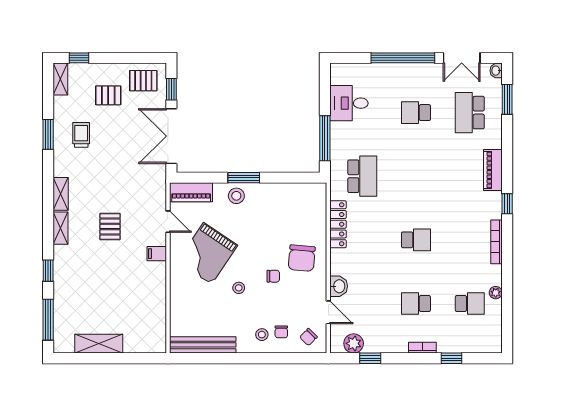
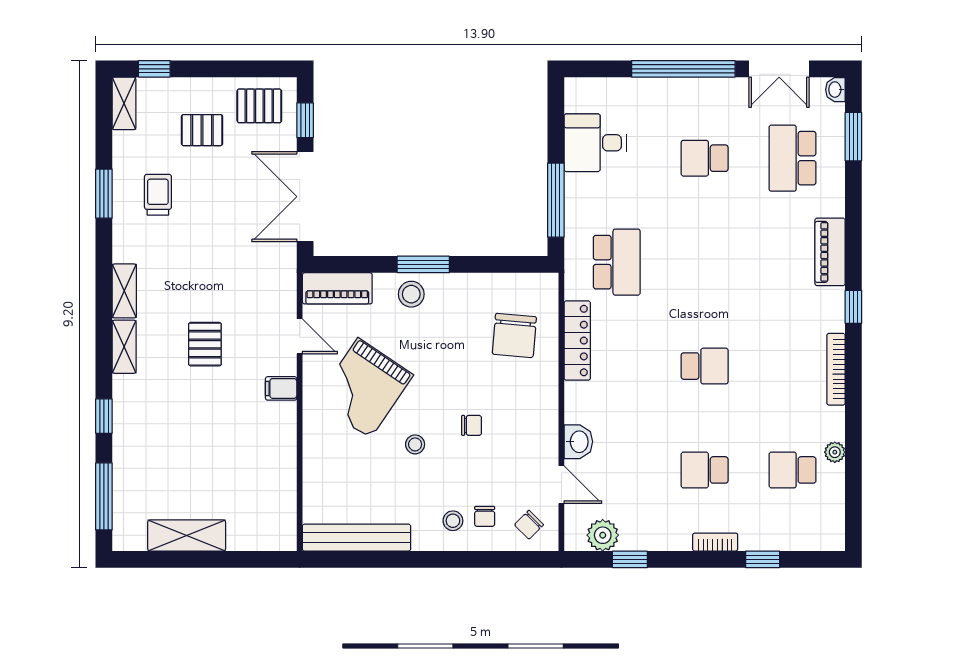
chair: (302, 258) -> (514, 335), moved
school desk: (470, 304) -> (792, 470), turned 180

